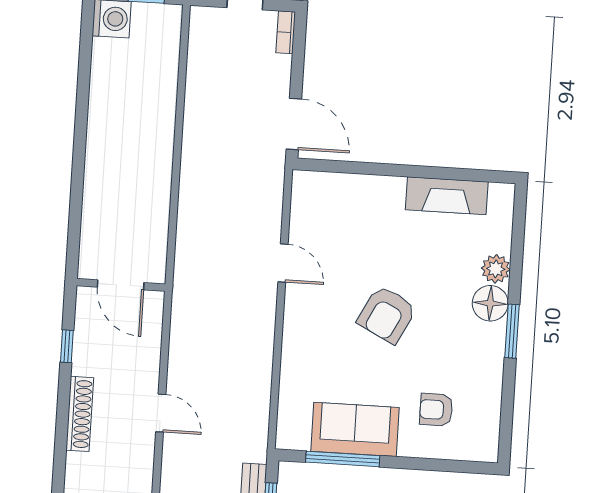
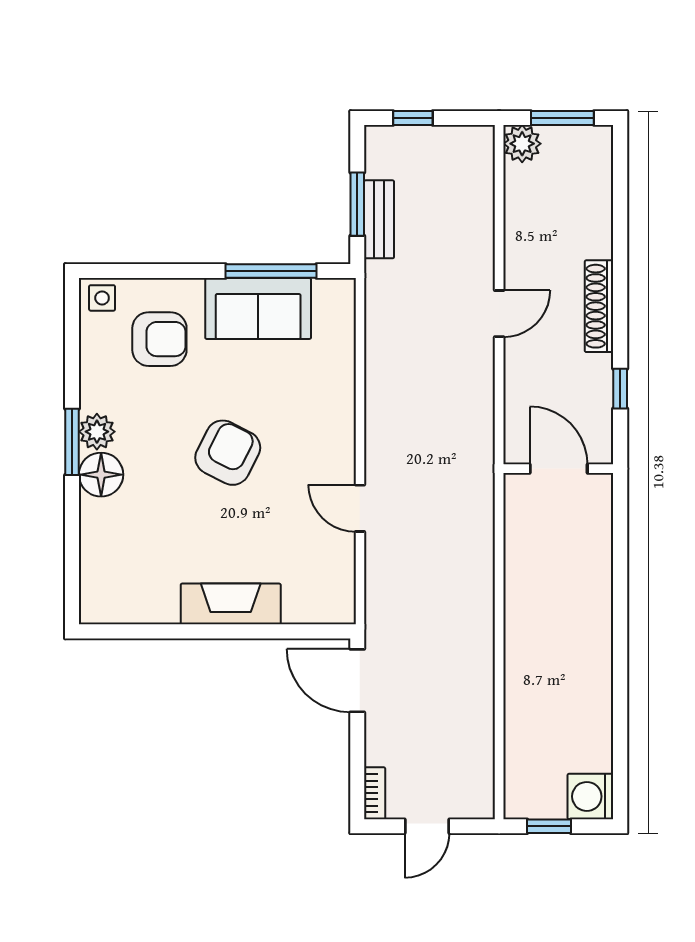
fireplace: (447, 196) -> (231, 604), moved
plant: (496, 269) -> (97, 432), moved
armchair: (436, 410) -> (159, 339), width x1.38, depth x1.38
door: (161, 413) -> (499, 314), swing flipped
side table: (480, 446) -> (102, 298), added

